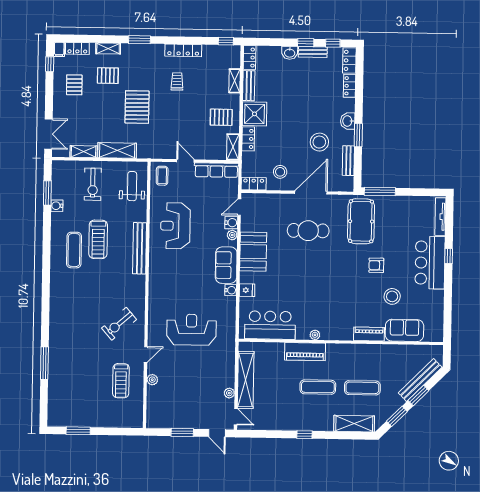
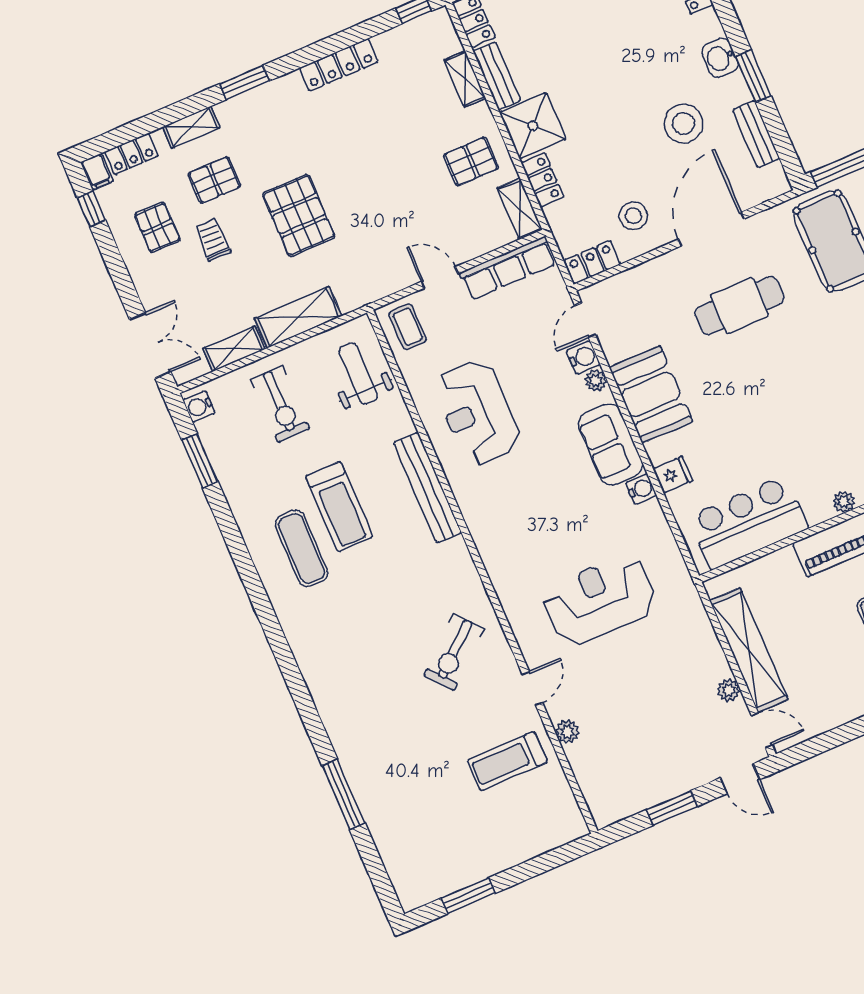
trolley: (177, 81) -> (213, 240), moved
water cooler: (57, 206) -> (199, 406), moved
treadmill: (121, 381) -> (507, 761), turned 90

